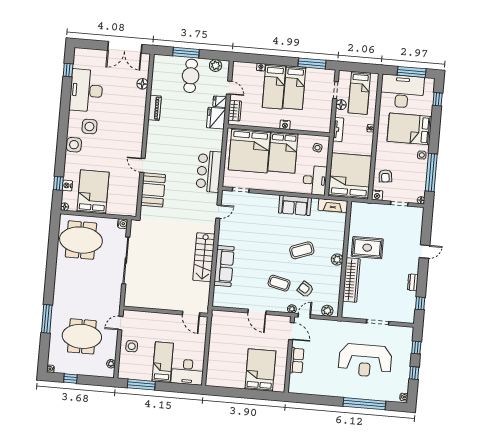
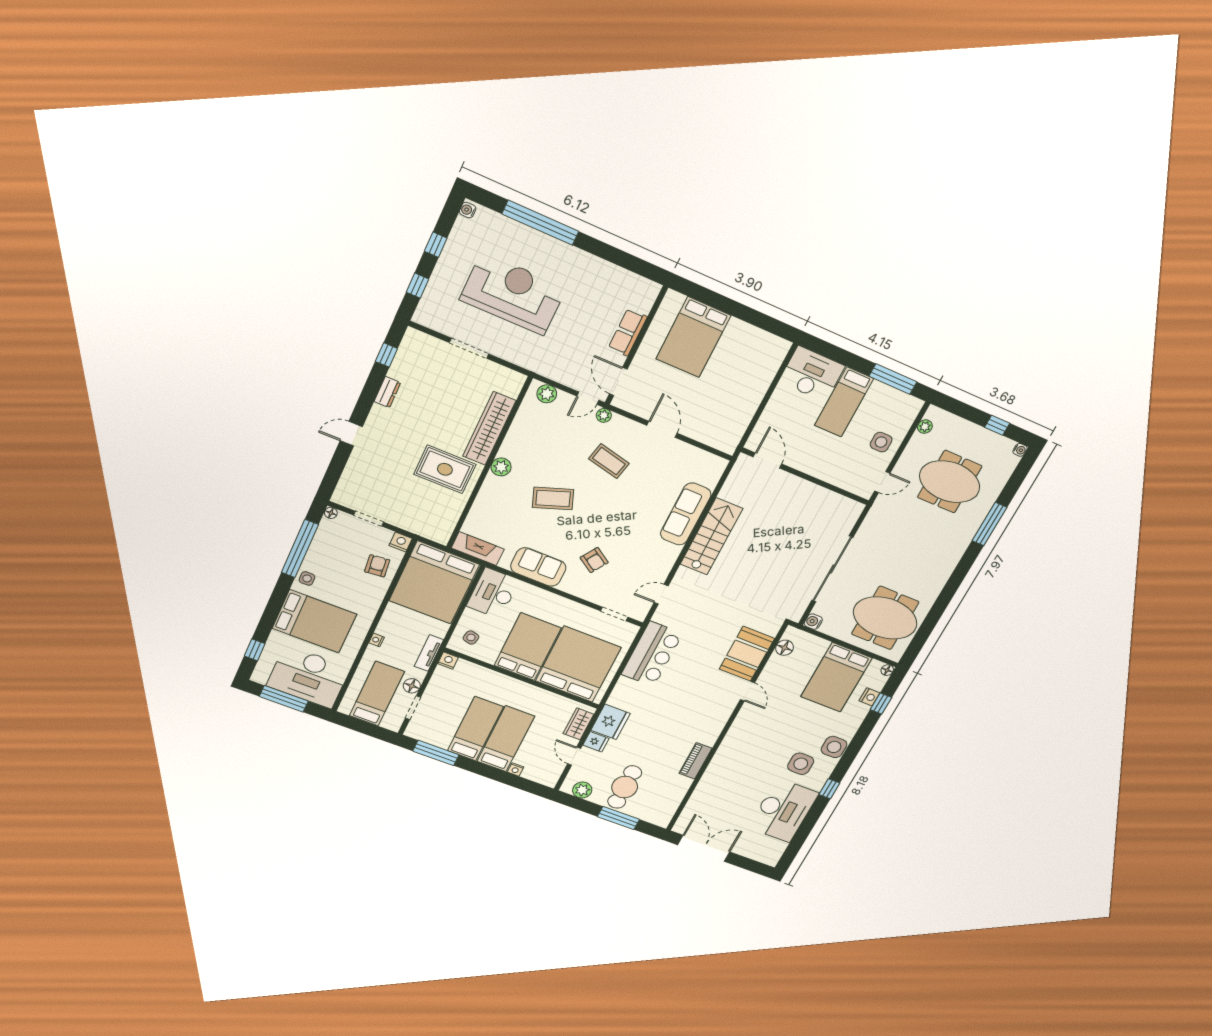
window: (68, 70) -> (829, 789), moved
floor lamp: (142, 84) -> (785, 648), moved
nightstand: (285, 125) -> (448, 660), moved
armchair: (305, 289) -> (594, 560), moved

